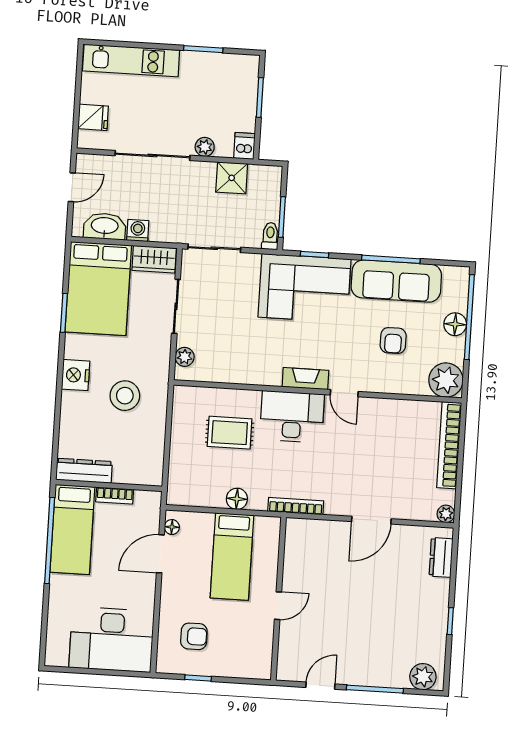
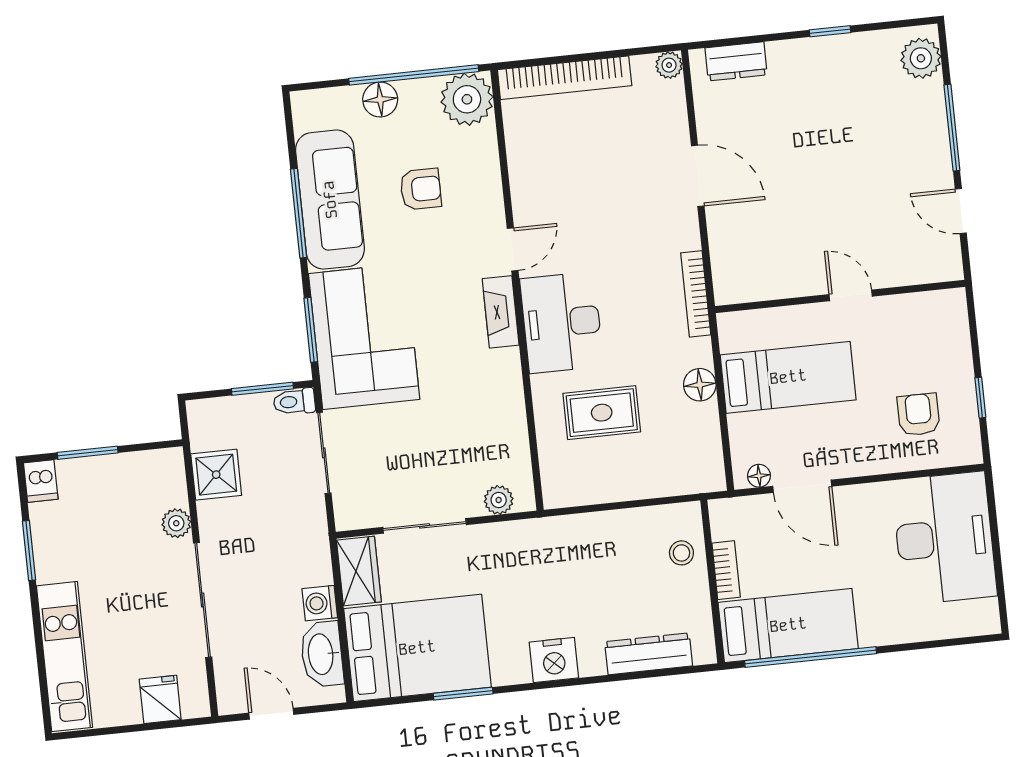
dishwasher: (244, 146) -> (41, 481), moved, turned -90
sliding door: (214, 248) -> (324, 453), moved
window: (315, 255) -> (311, 330), width x1.50
window: (469, 317) -> (414, 75), moved
stool: (125, 396) -> (681, 553), moved, width x0.53, depth x0.53
rug: (230, 433) -> (602, 413), turned 90
dresser: (84, 471) -> (649, 654), moved, turned 90

